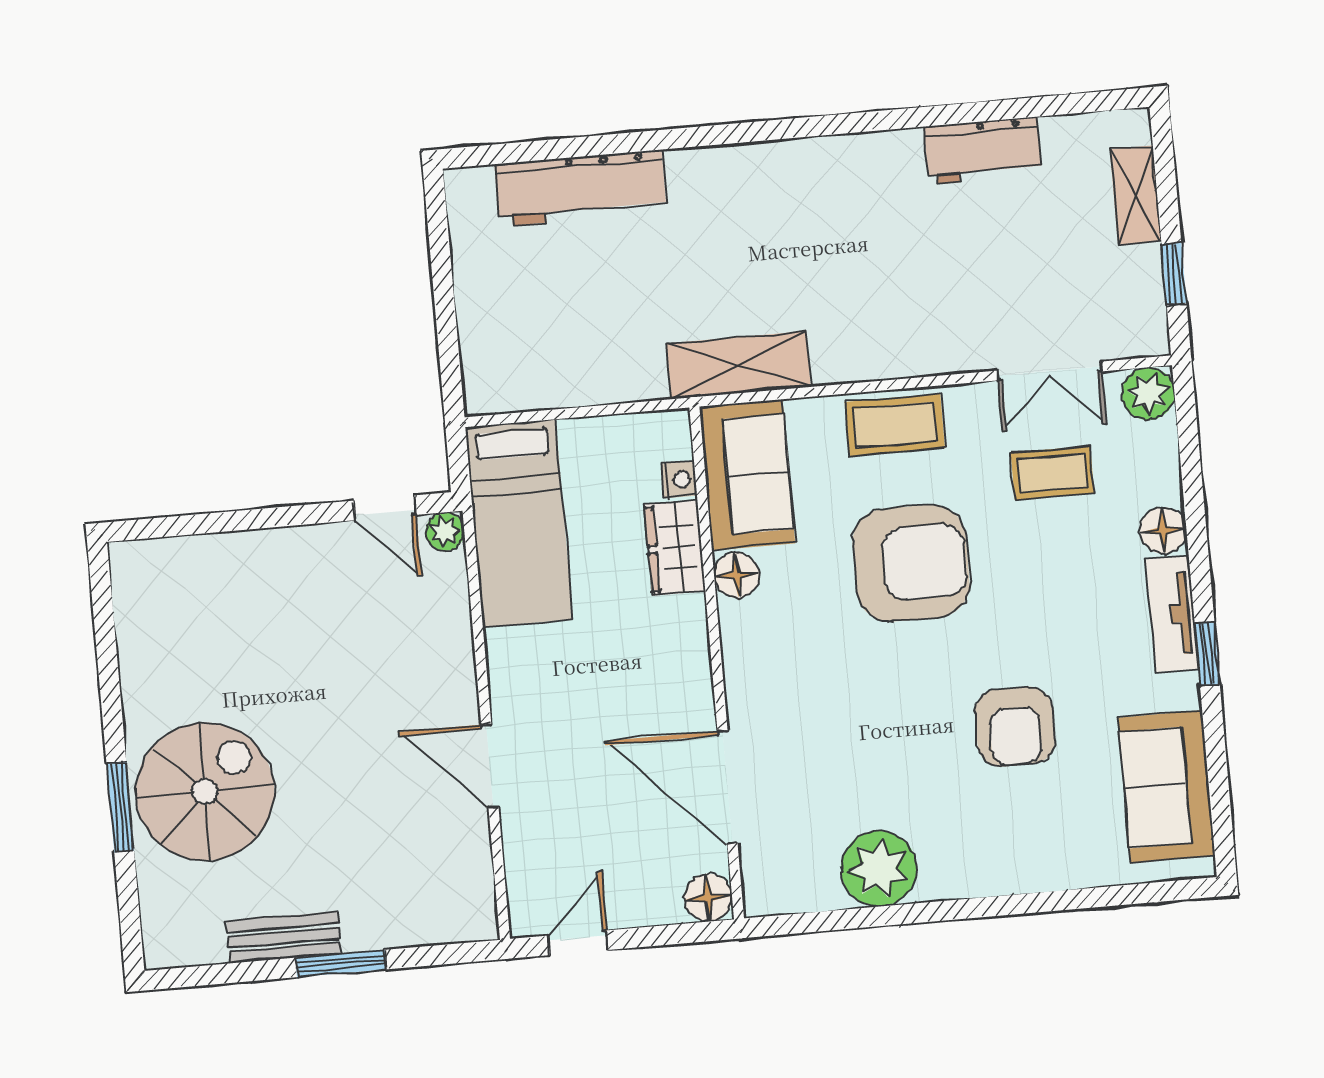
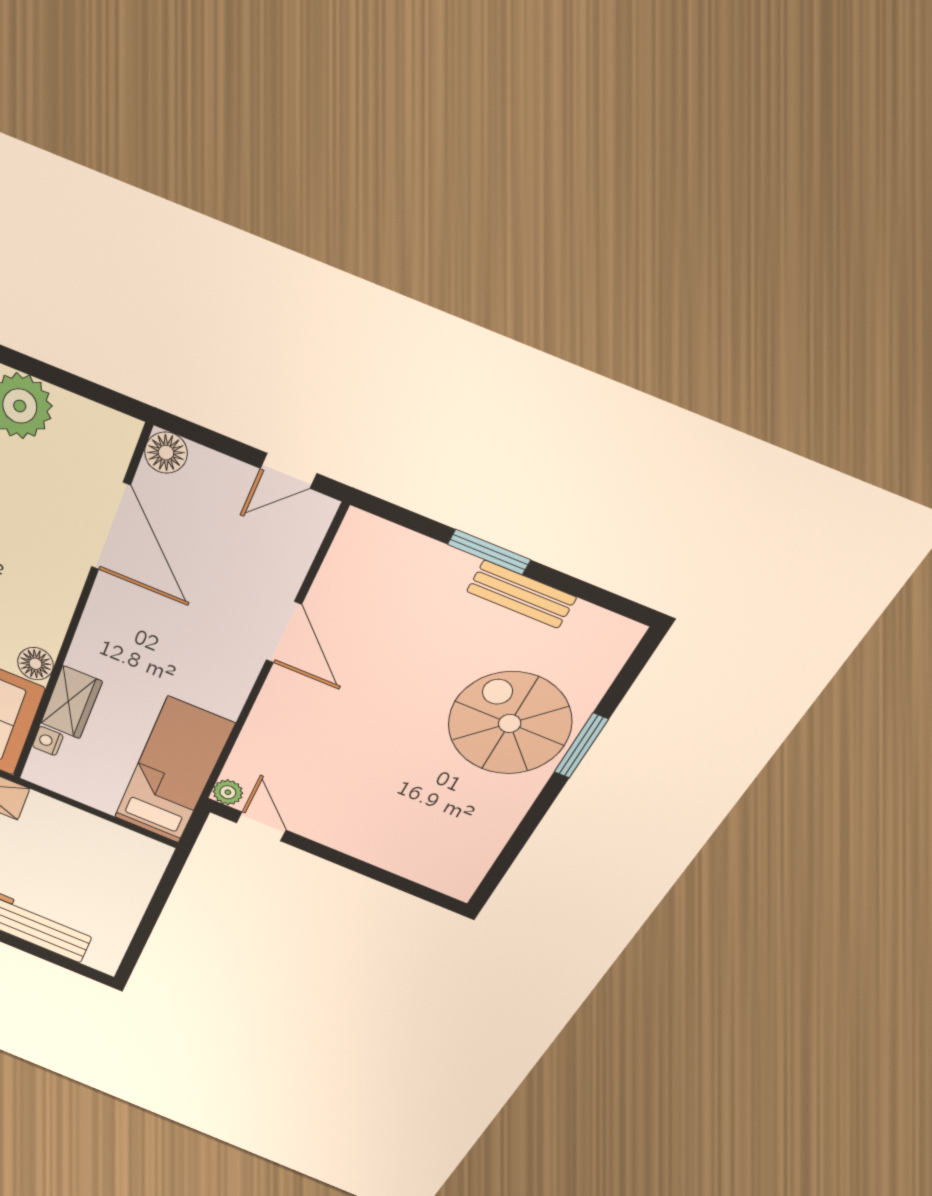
spiral stairs: (205, 792) -> (510, 723), turned 90

